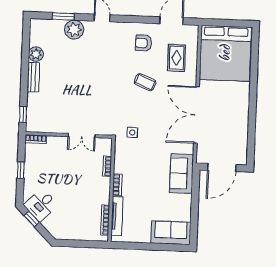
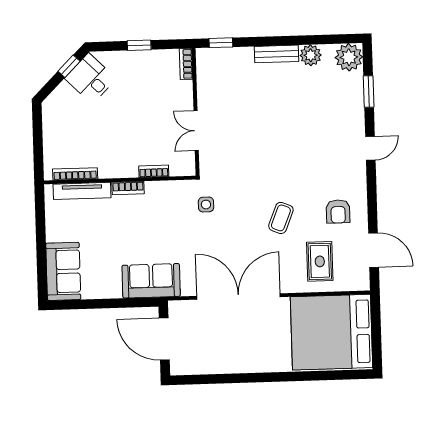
plant: (74, 29) -> (349, 57), moved
armchair: (143, 43) -> (338, 212), turned 180
rug: (177, 58) -> (320, 261), turned 90

